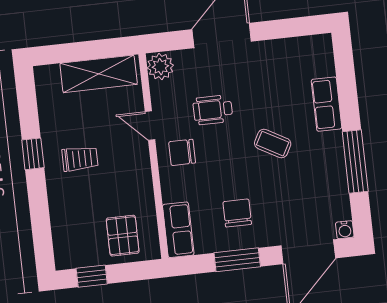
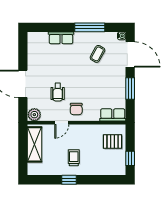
coffee table: (273, 144) -> (97, 54), moved
chair: (237, 213) -> (108, 86), removed

